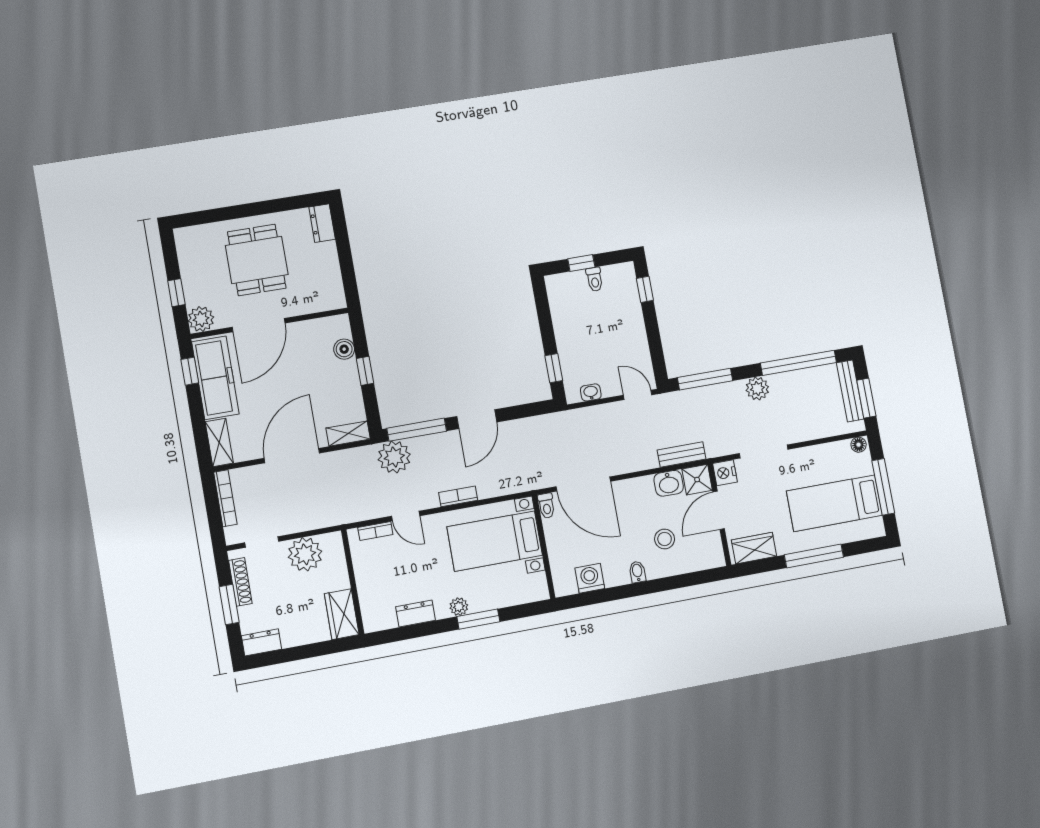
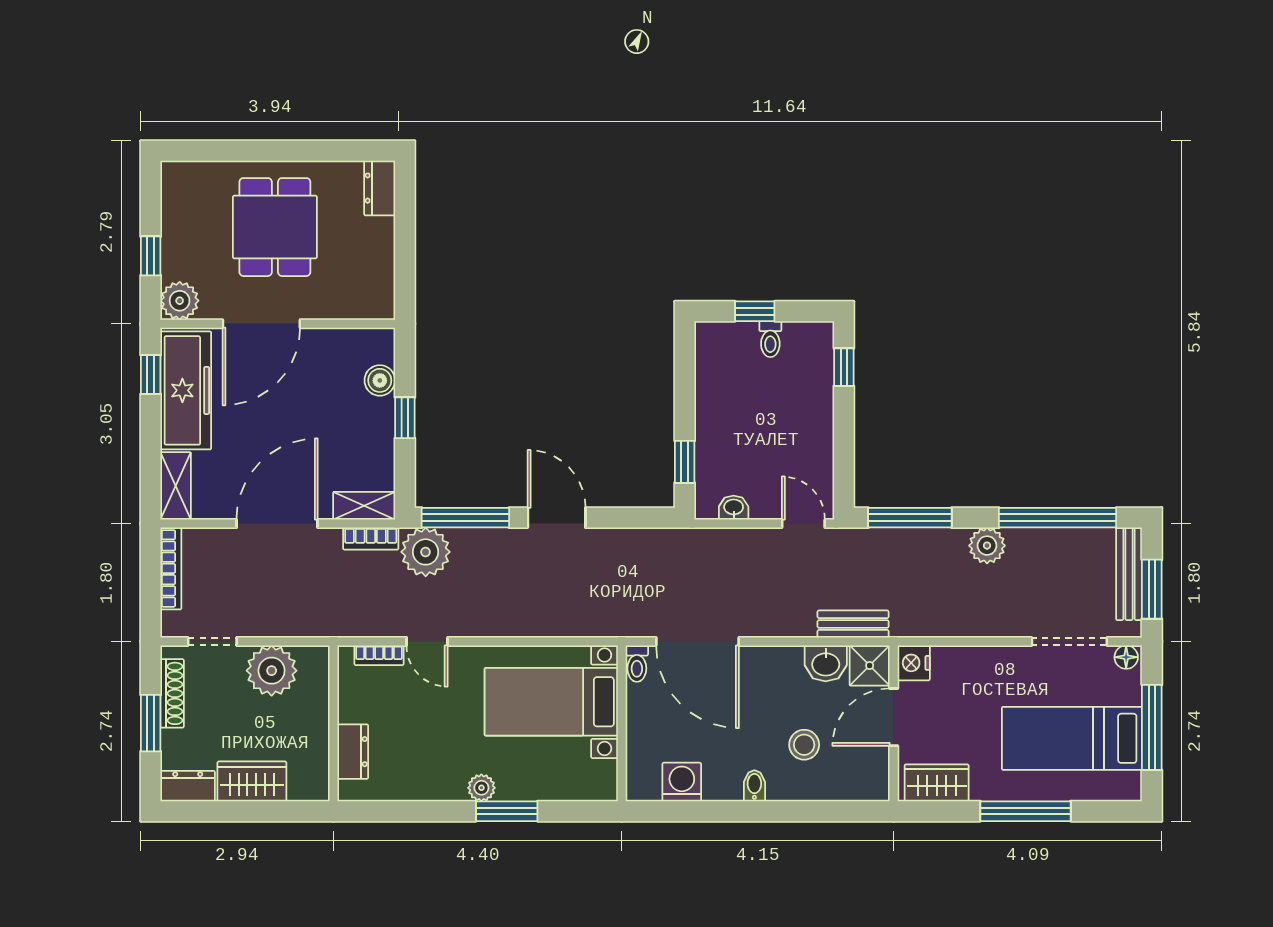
door: (477, 419) -> (557, 518), swing flipped
doorway: (764, 451) -> (1069, 642), moved
bookcase: (458, 496) -> (371, 539), moved, turned 180
wardrobe: (342, 614) -> (252, 781), moved, turned 90
dresser: (415, 614) -> (353, 752), moved, turned 90

